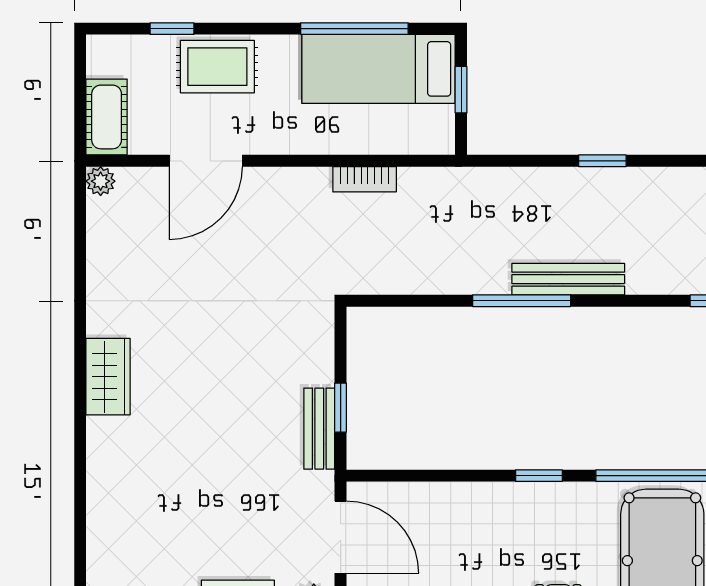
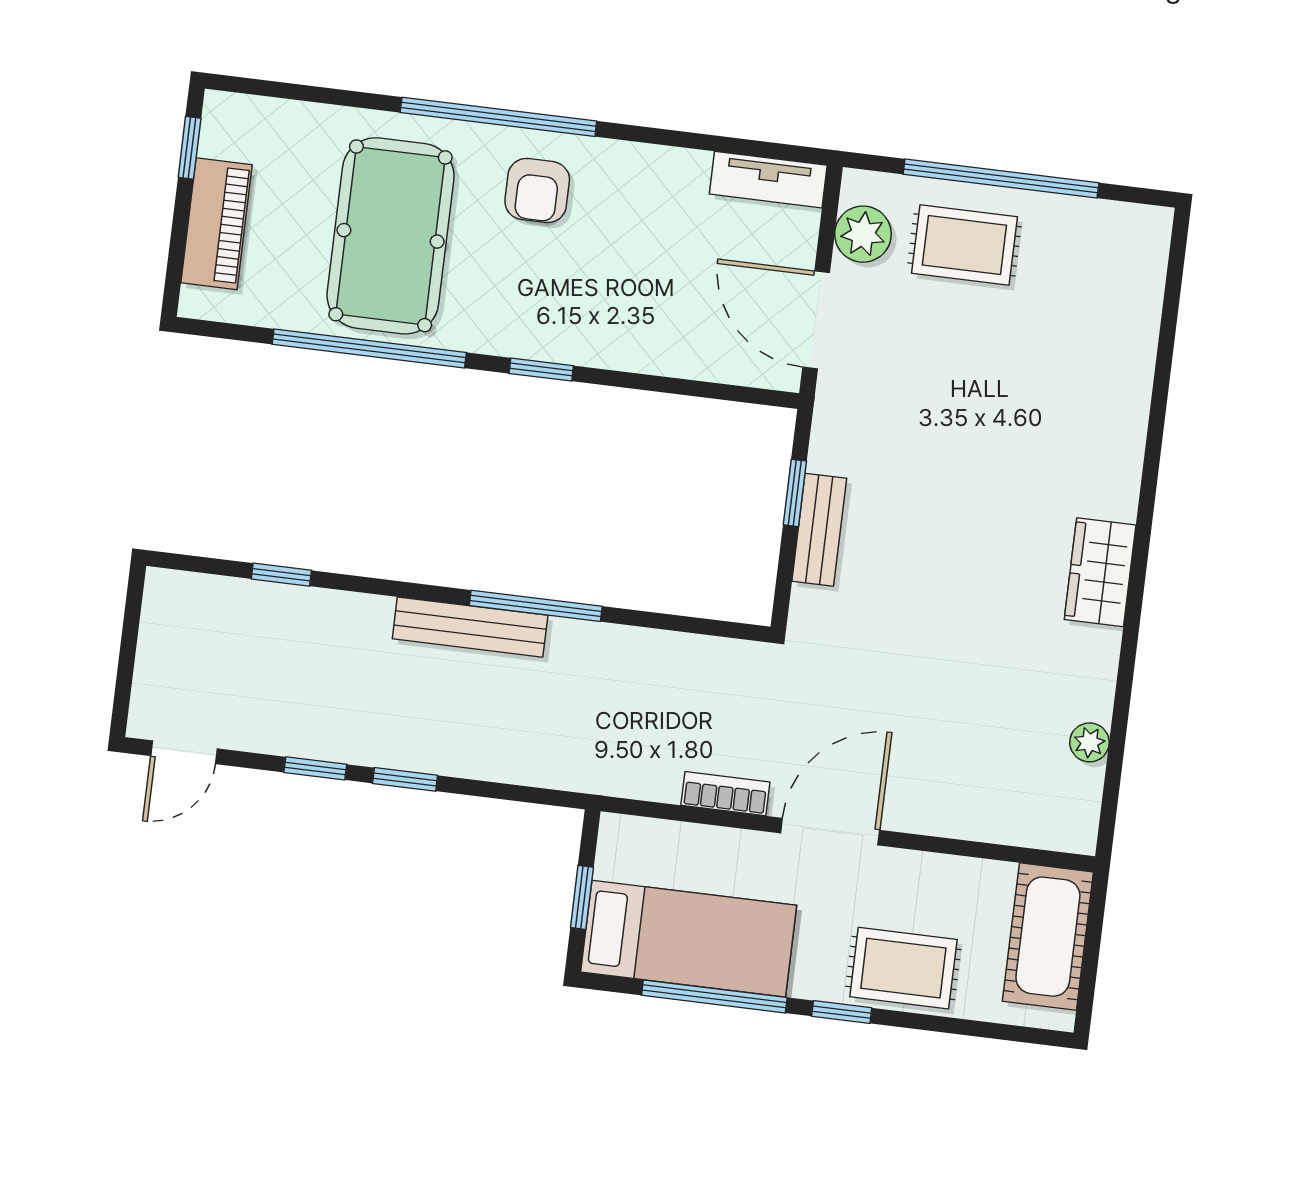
window: (172, 29) -> (842, 1012), moved
cot: (107, 117) -> (1048, 937), width x1.37, depth x1.34
door: (206, 161) -> (830, 832), moved
window: (670, 161) -> (315, 768), added
plant: (101, 181) -> (1089, 742), moved
bench: (319, 429) -> (819, 530), moved

